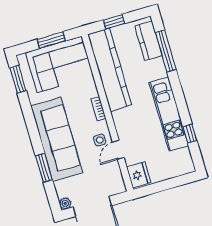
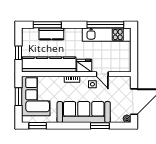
kitchen counter: (149, 41) -> (51, 34), moved
kitchen unit: (169, 114) -> (107, 35), moved
window: (190, 134) -> (105, 25), width x3.17
fridge: (139, 175) -> (84, 66), moved

